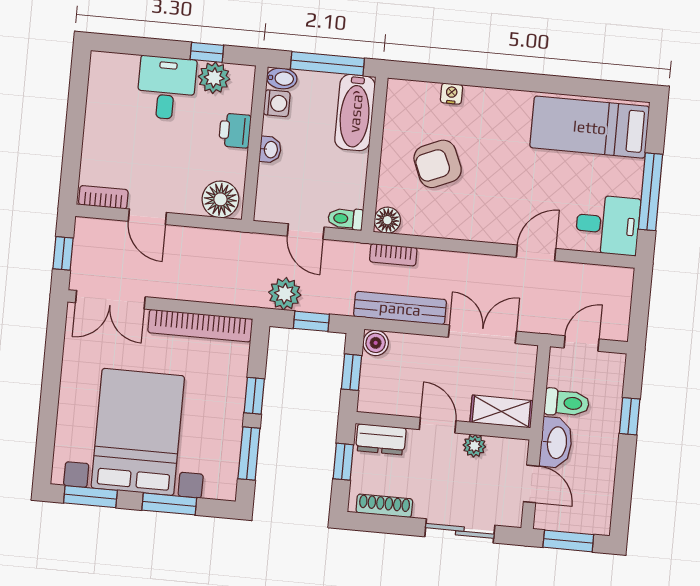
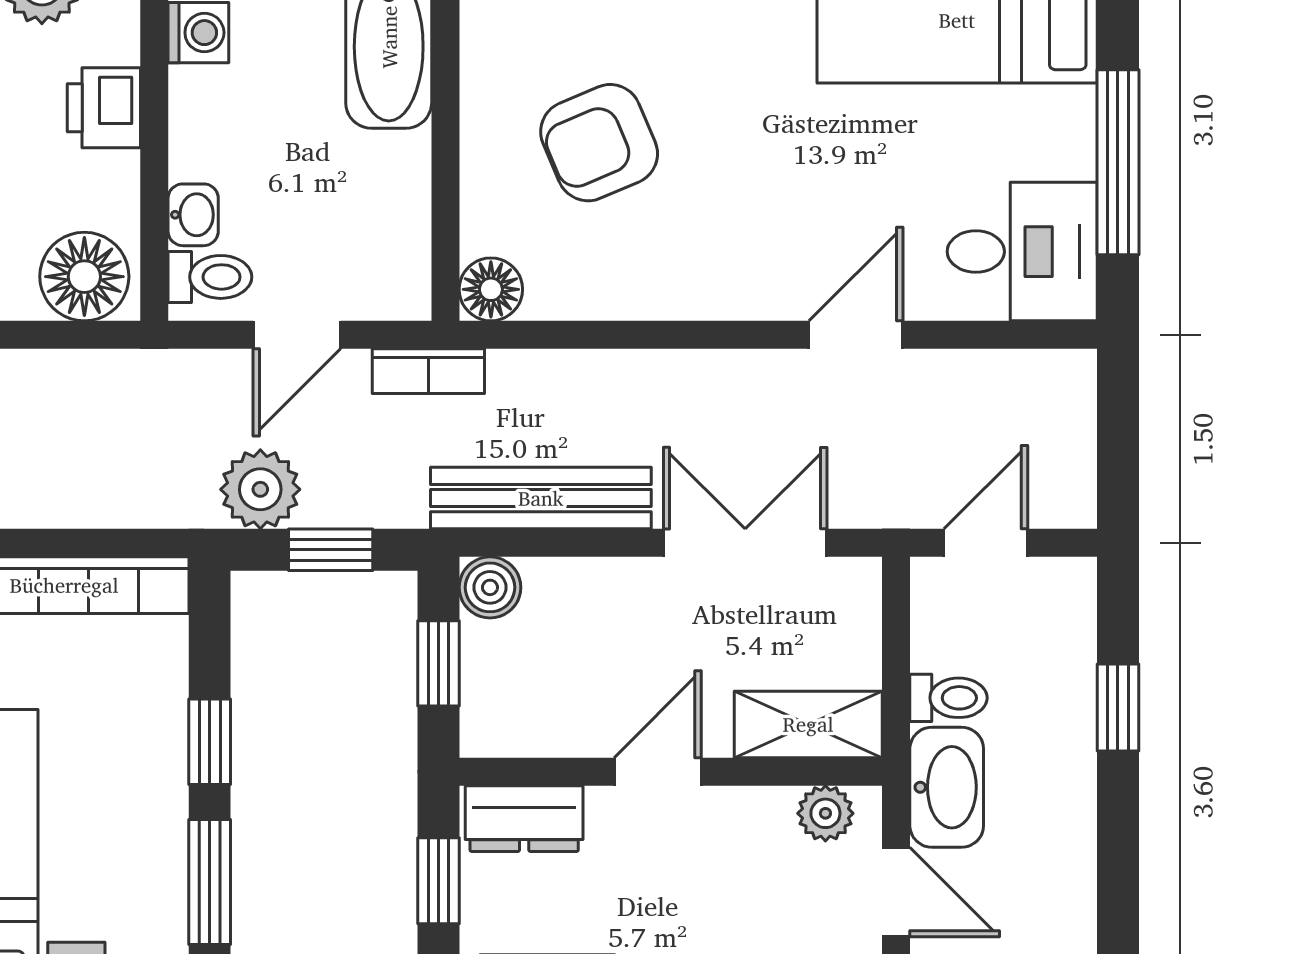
washbasin: (270, 150) -> (193, 215), moved
toilet: (346, 219) -> (210, 277), moved, turned 180
door: (306, 231) -> (297, 335), hinge flipped
bookcase: (393, 255) -> (428, 371), moved
toilet: (567, 403) -> (949, 698), width x0.73, depth x0.72
door: (438, 425) -> (658, 772), hinge flipped
plant: (474, 446) -> (825, 813), moved

